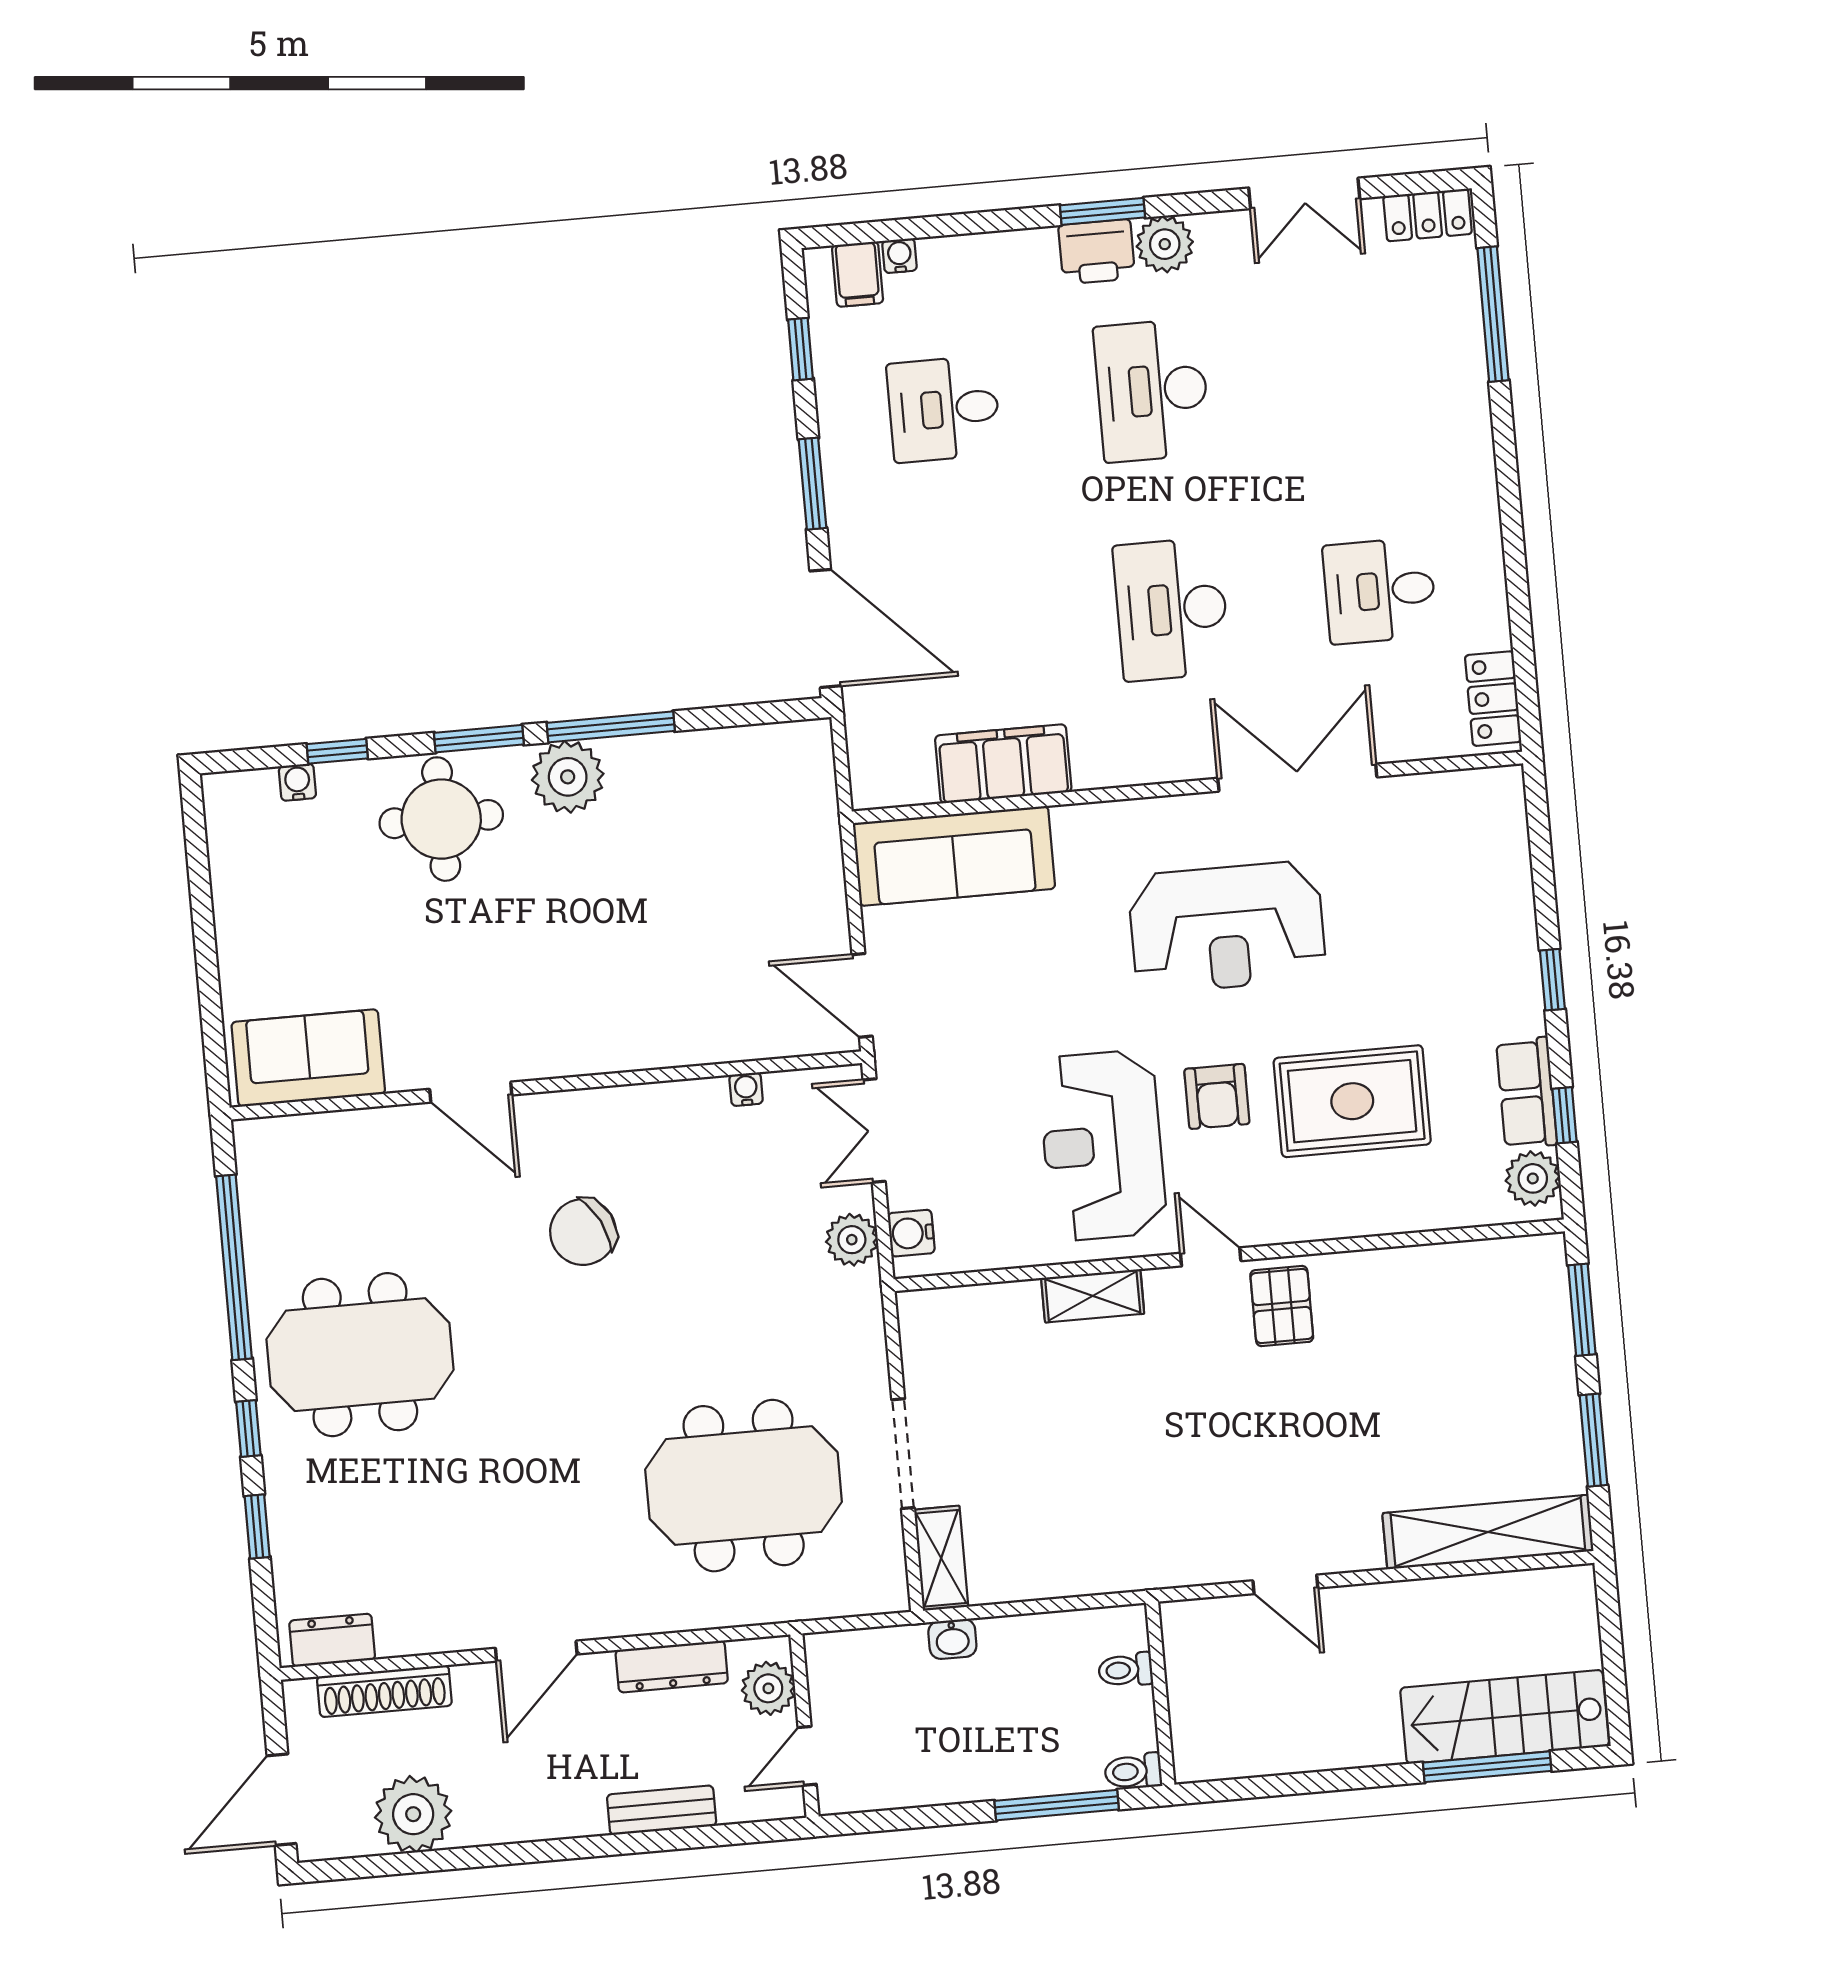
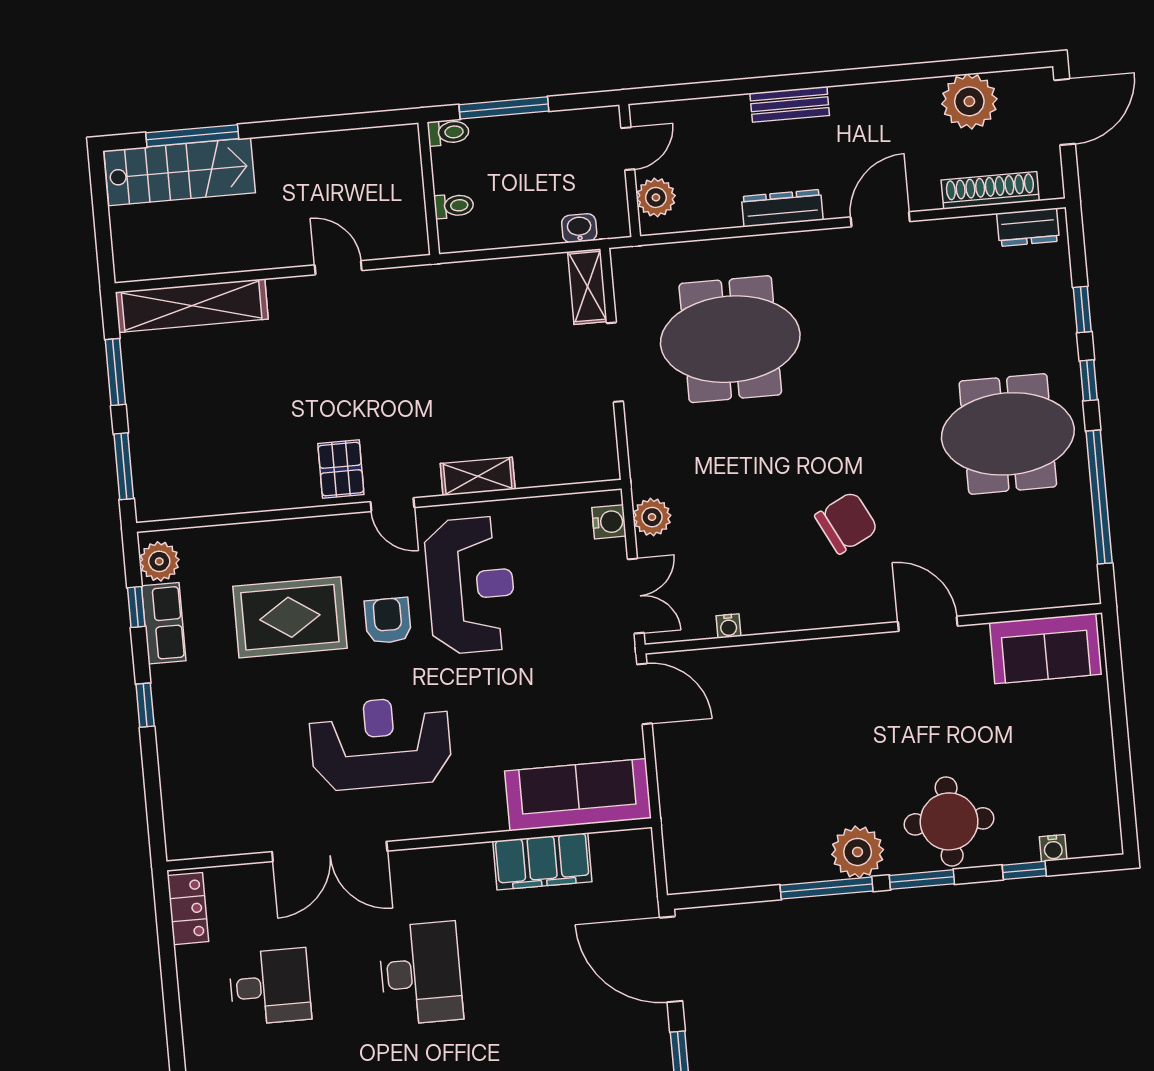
plant: (768, 1688) -> (656, 197), moved
wall: (804, 1725) -> (630, 171), moved
door: (807, 1756) -> (628, 149), moved

